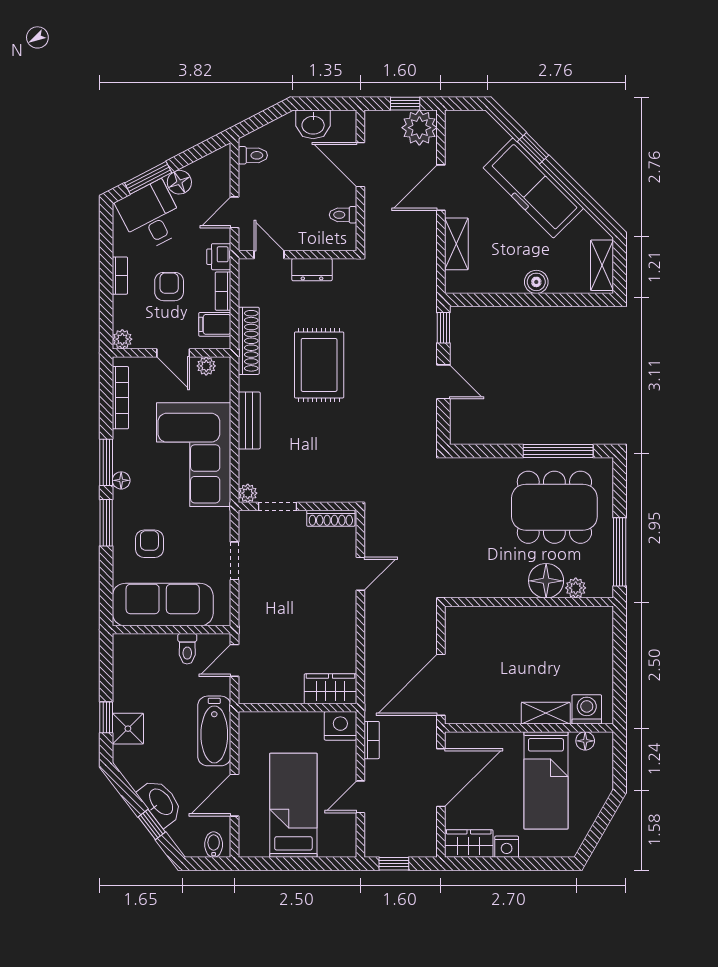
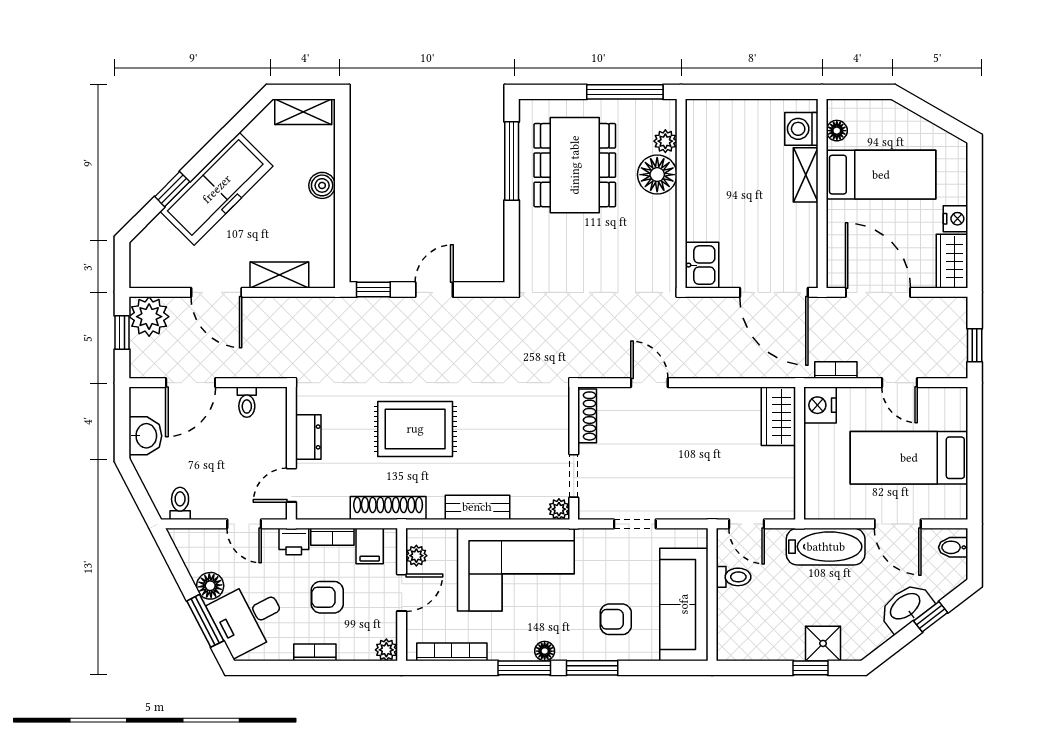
kitchen sink: (465, 621) -> (702, 265), added

